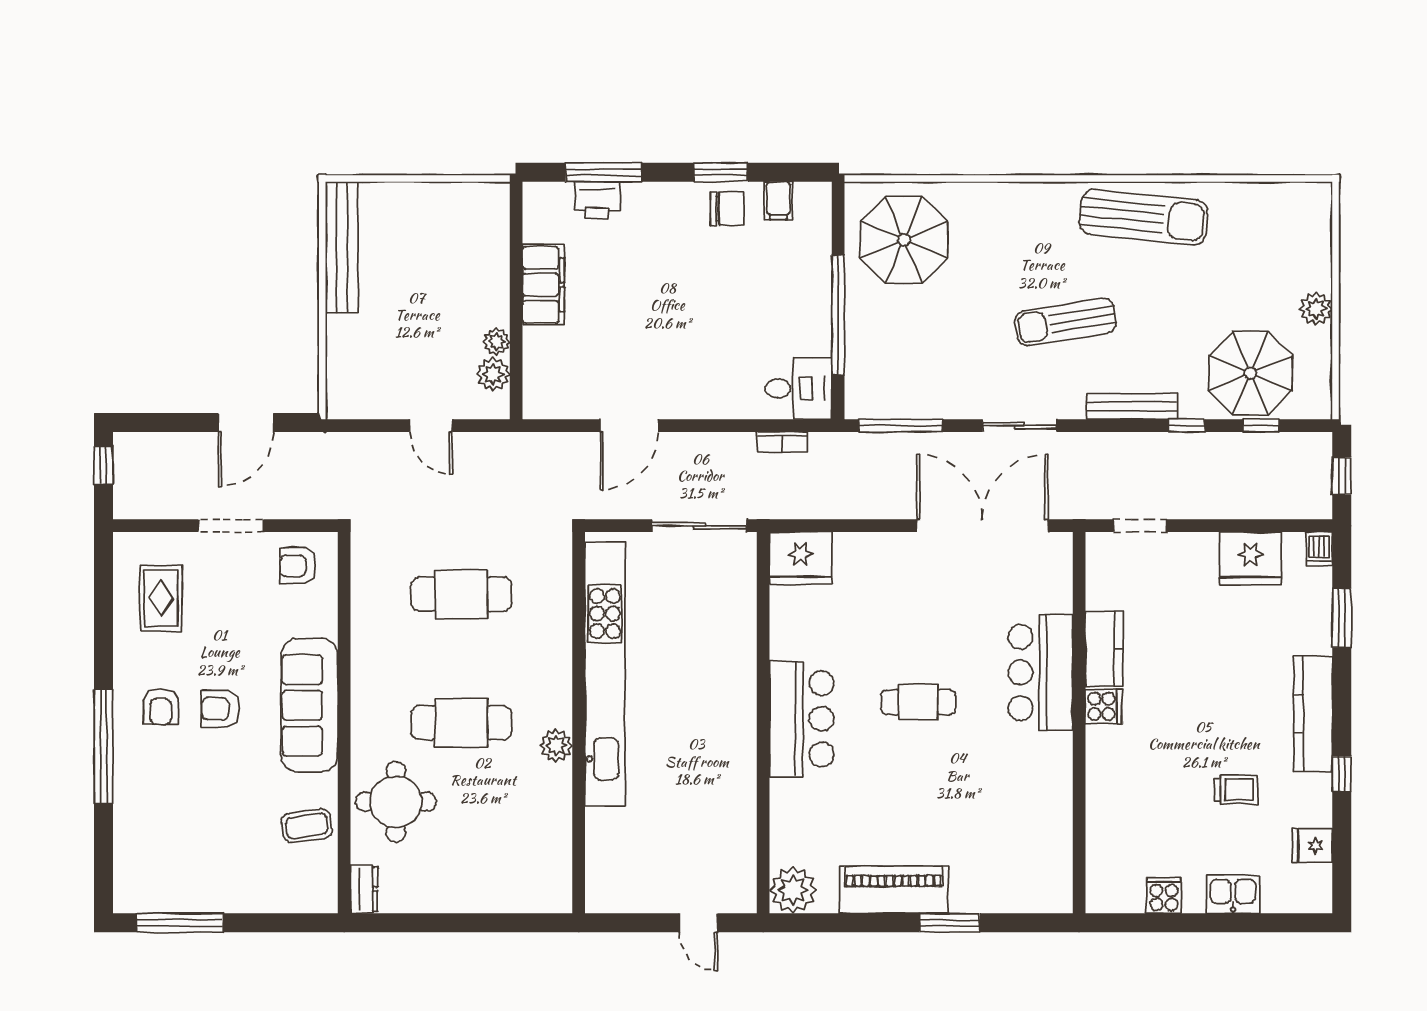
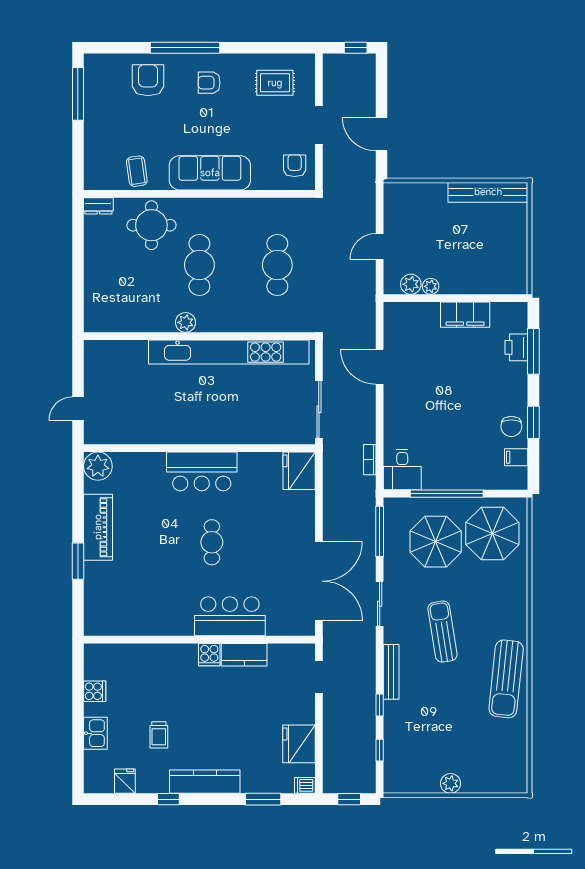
parasol: (1251, 373) -> (436, 542), moved
armchair: (220, 709) -> (148, 80), moved, width x1.38, depth x1.38

